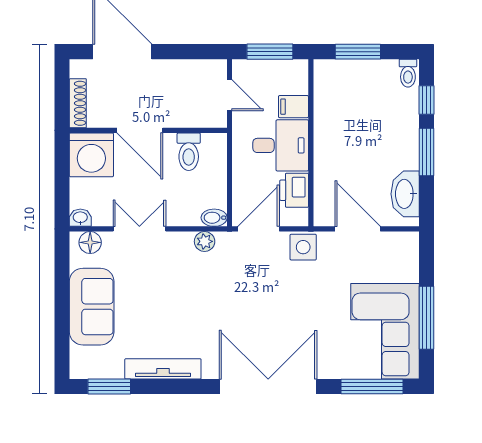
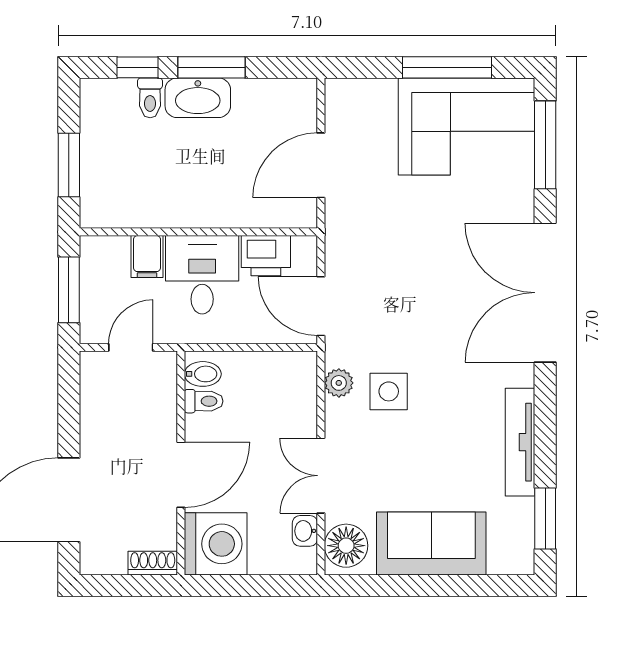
toilet: (408, 73) -> (150, 98), moved, turned 90
shoe rack: (78, 103) -> (153, 563), width x0.70
toilet: (189, 152) -> (204, 401), width x0.73, depth x0.72
washbasin: (405, 194) -> (198, 98), moved
washbasin: (80, 218) -> (305, 531), moved
bidet: (214, 218) -> (203, 374), moved, turned -90
floor lamp: (90, 242) -> (346, 546), width x1.38, depth x1.38
side table: (303, 247) -> (389, 391), moved

